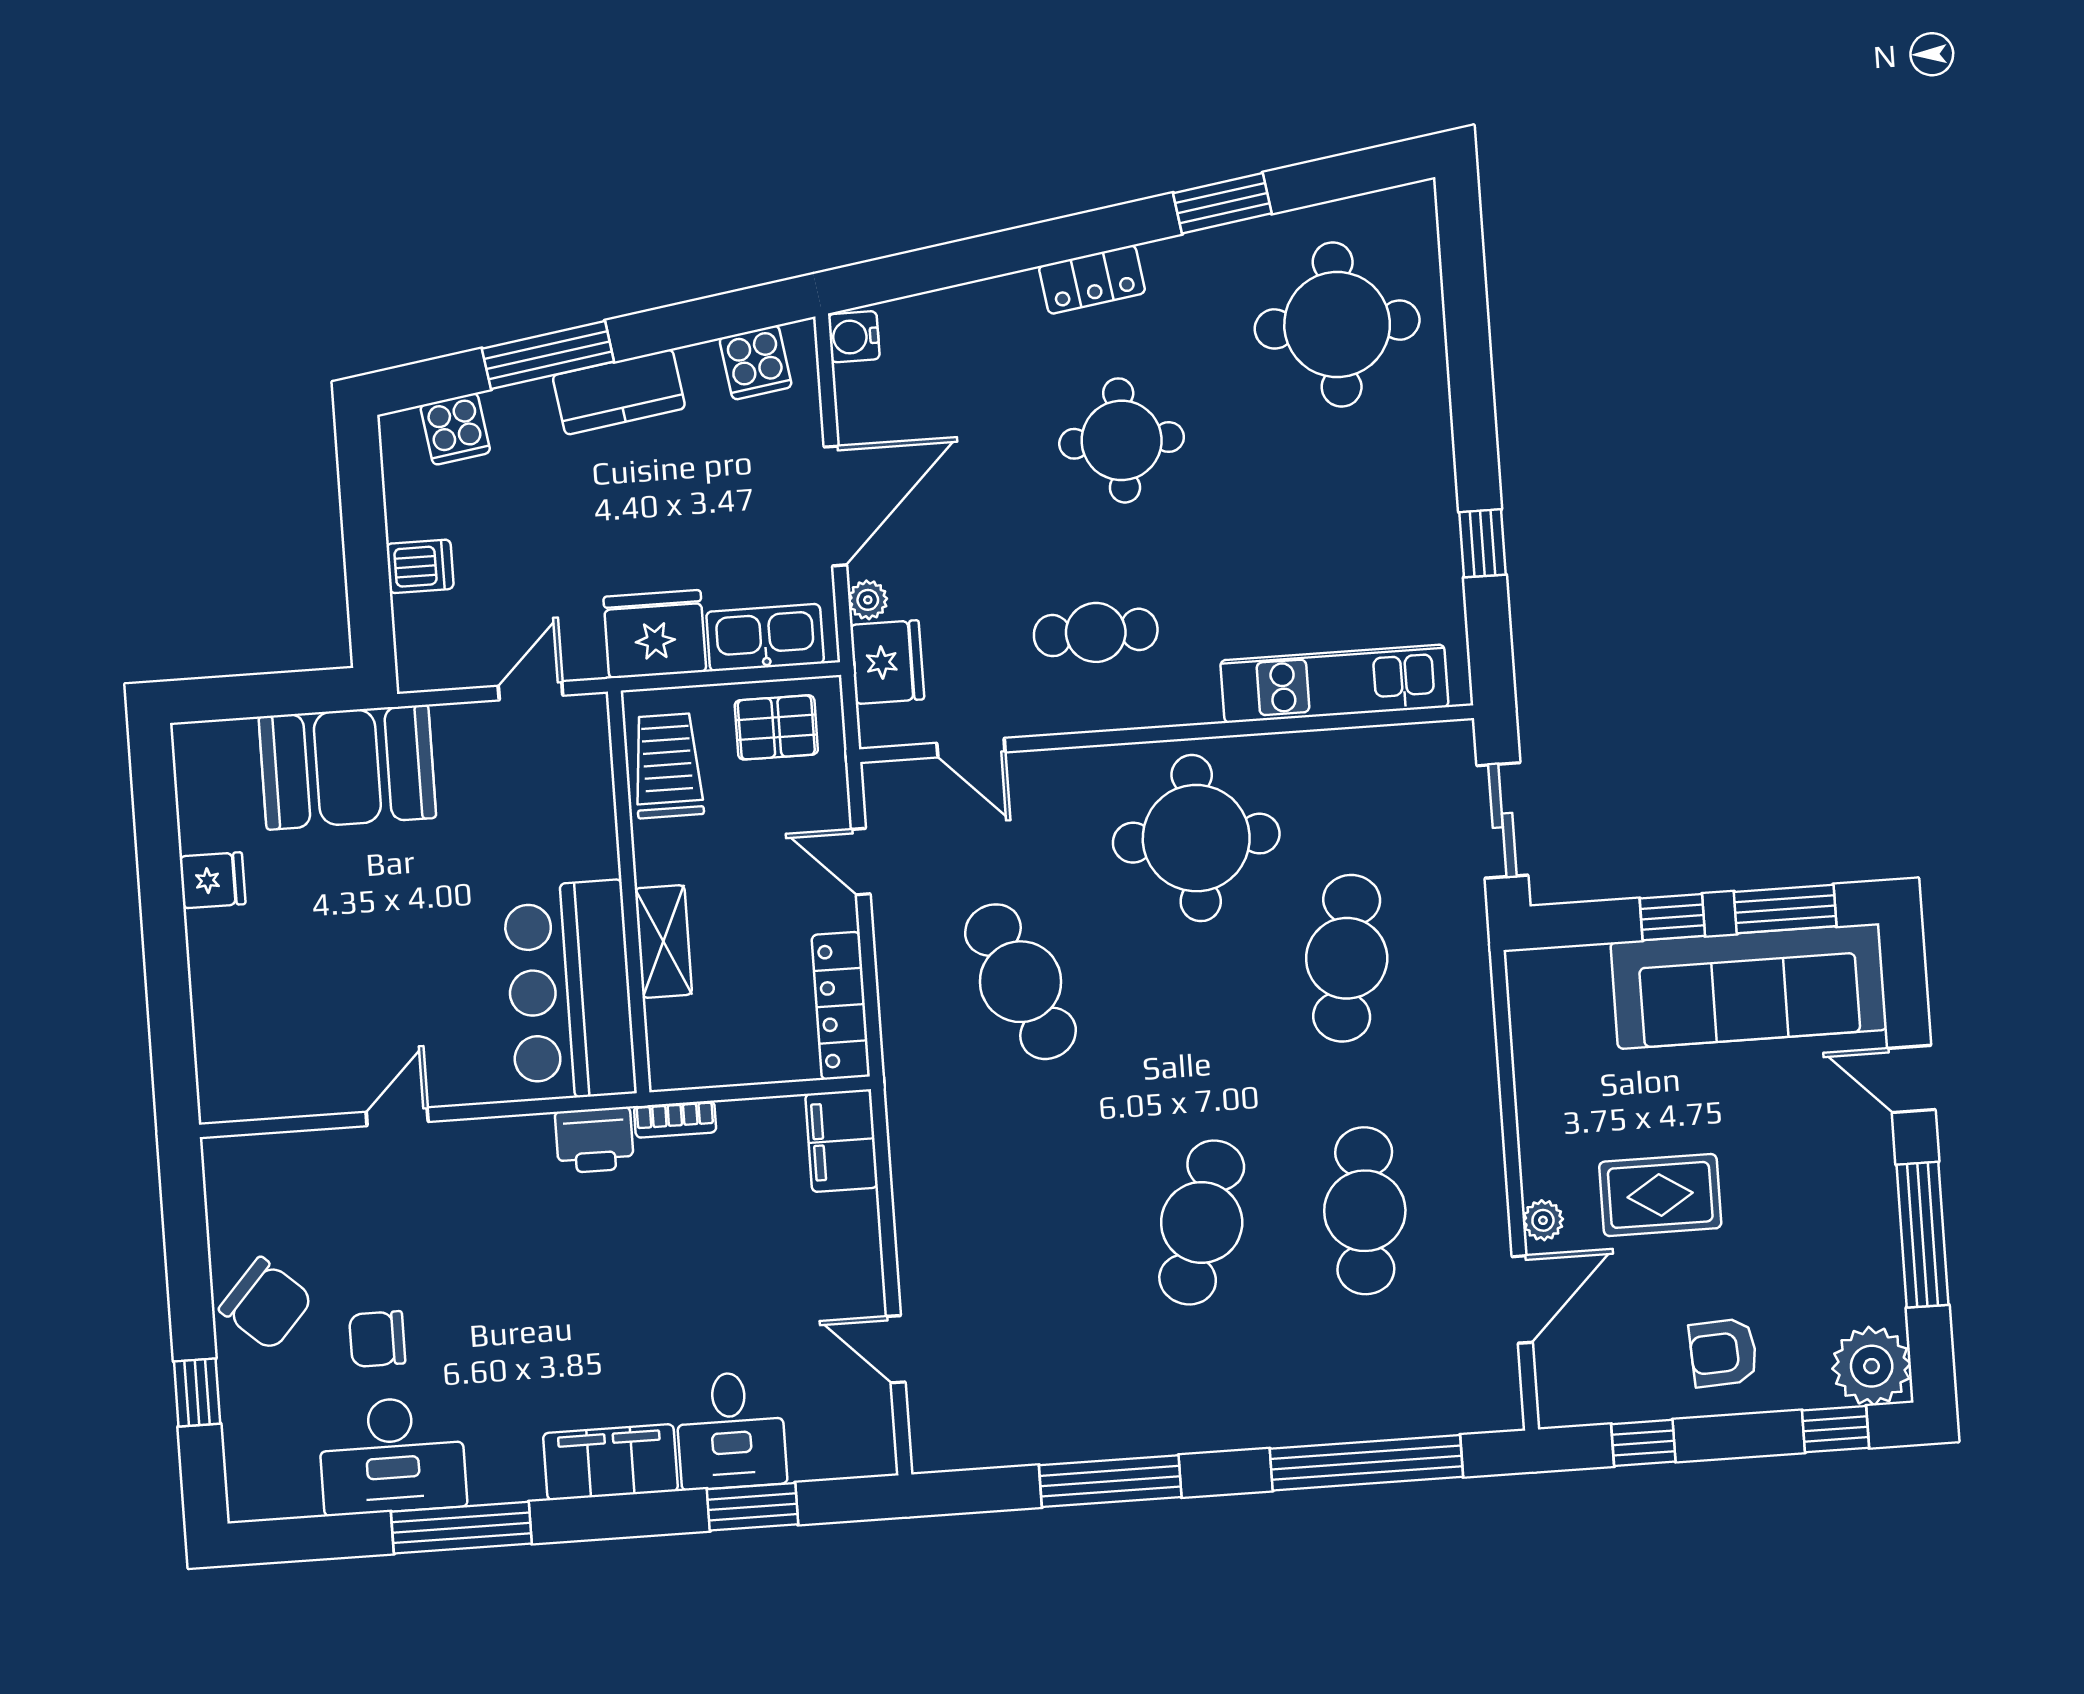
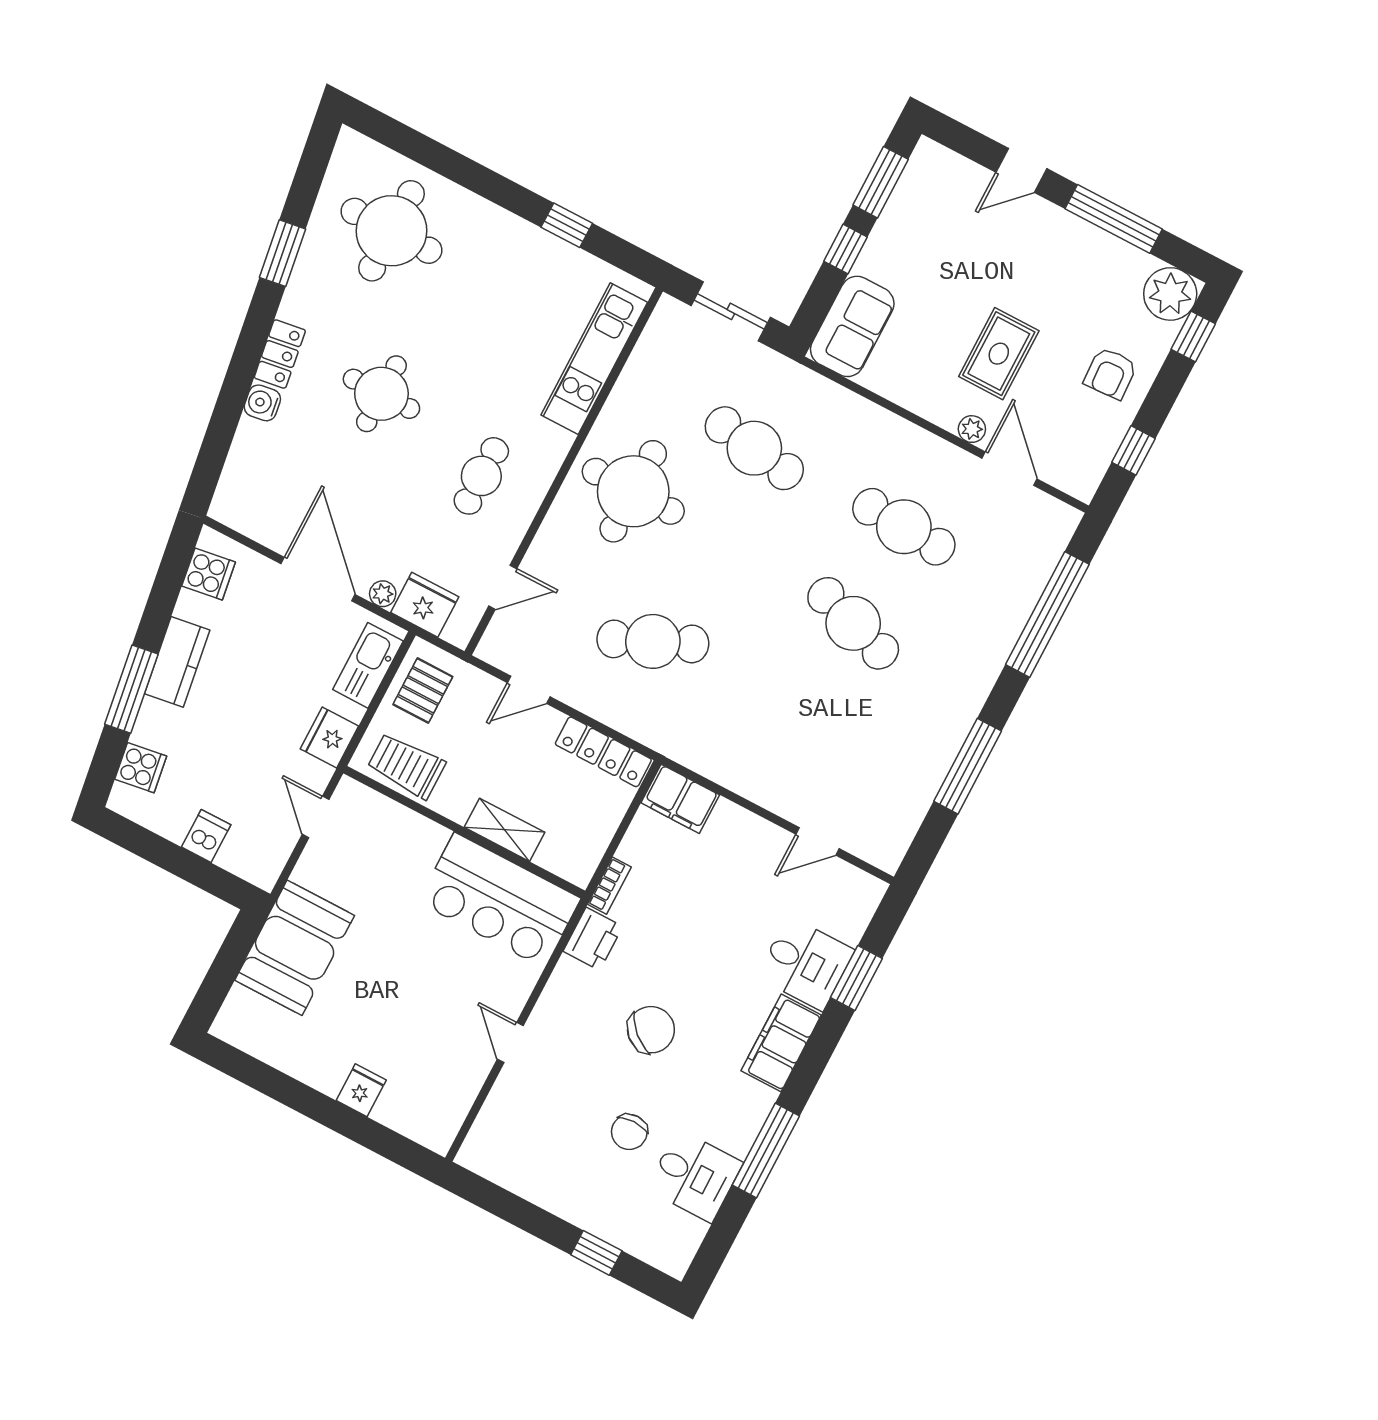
water cooler: (854, 337) -> (262, 403), moved, turned 81
fridge: (655, 634) -> (329, 738), width x0.73, depth x0.75
fridge: (213, 880) -> (361, 1090), moved
sofa: (1749, 986) -> (852, 326), moved, width x0.54, depth x0.79
chair: (266, 1304) -> (651, 1030), moved
desk: (392, 1455) -> (695, 1176), width x0.73

